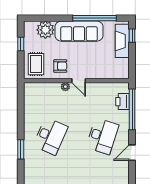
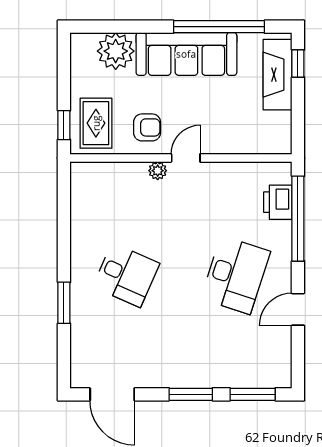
window: (21, 44) -> (64, 125), moved
door: (79, 81) -> (186, 158), swing flipped
desk: (50, 136) -> (126, 275), width x0.73

